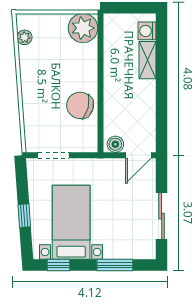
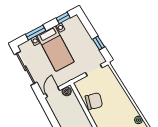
window: (24, 216) -> (99, 43), moved
sliding door: (162, 216) -> (26, 68), width x1.37
bed with nightstands: (71, 222) -> (55, 49), moved

